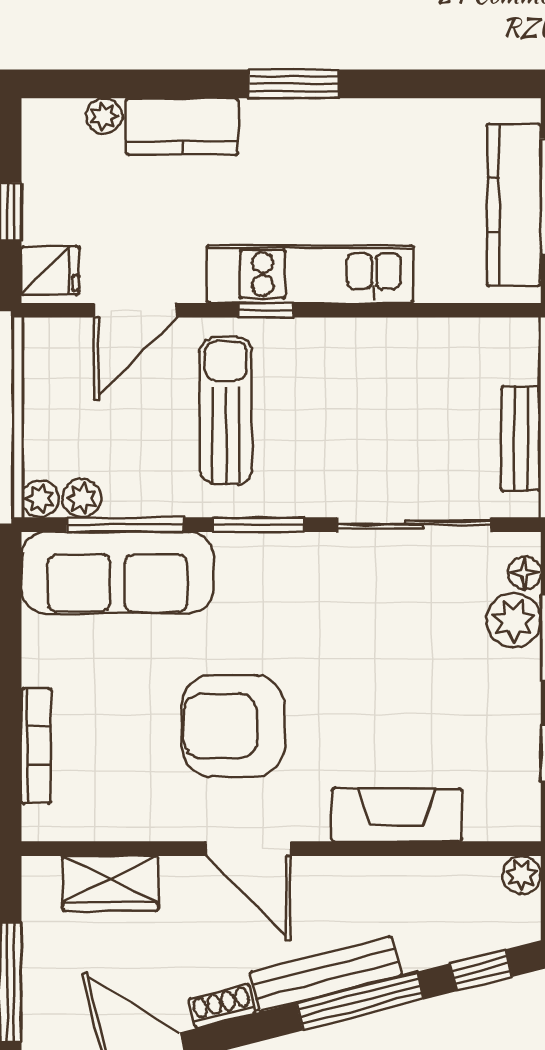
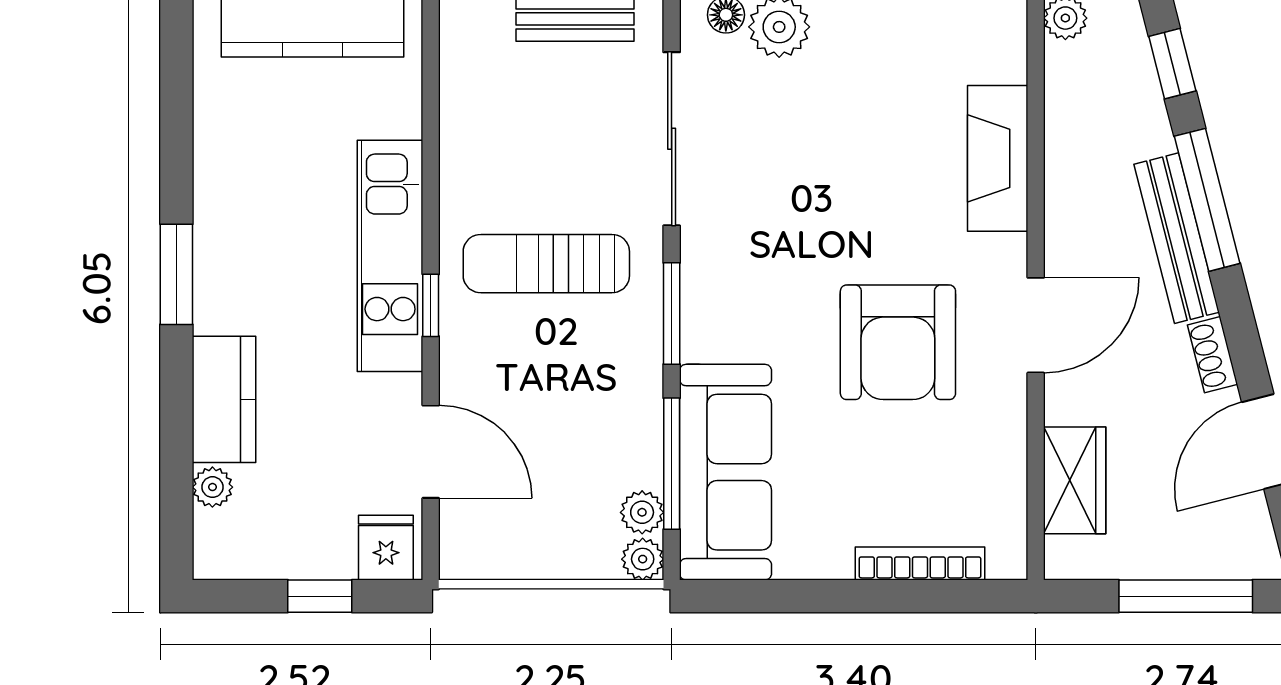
sun lounger: (226, 411) -> (546, 264), moved

